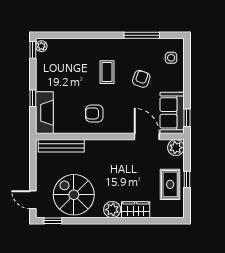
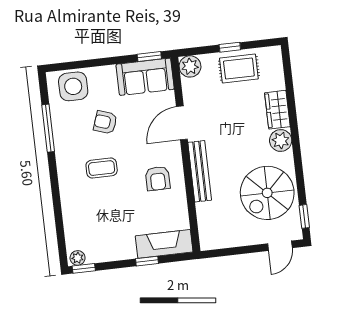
side table: (171, 58) -> (73, 86), width x1.87, depth x1.87
door: (147, 137) -> (182, 123), moved
bench: (61, 146) -> (200, 171), moved

